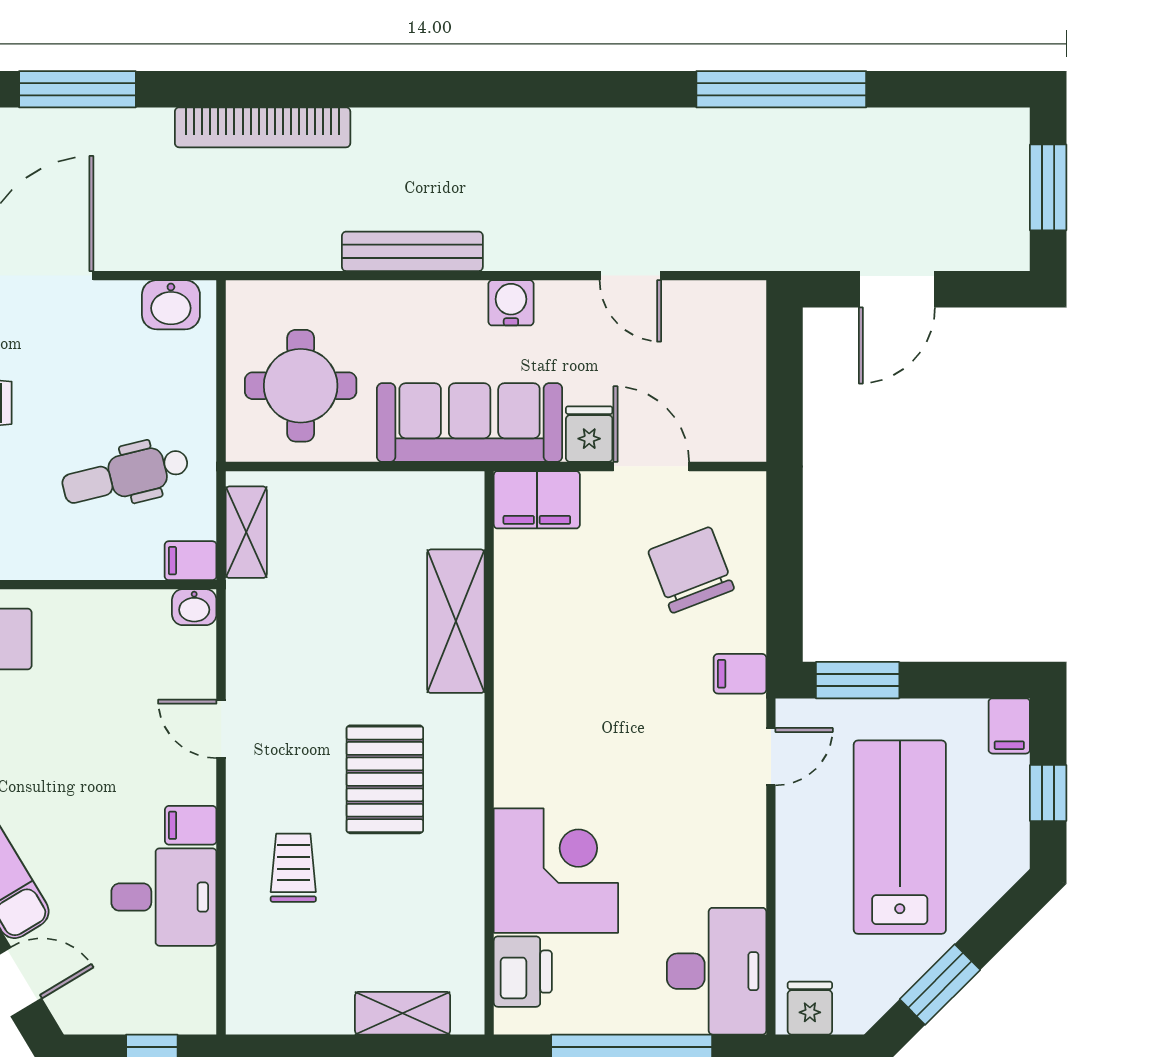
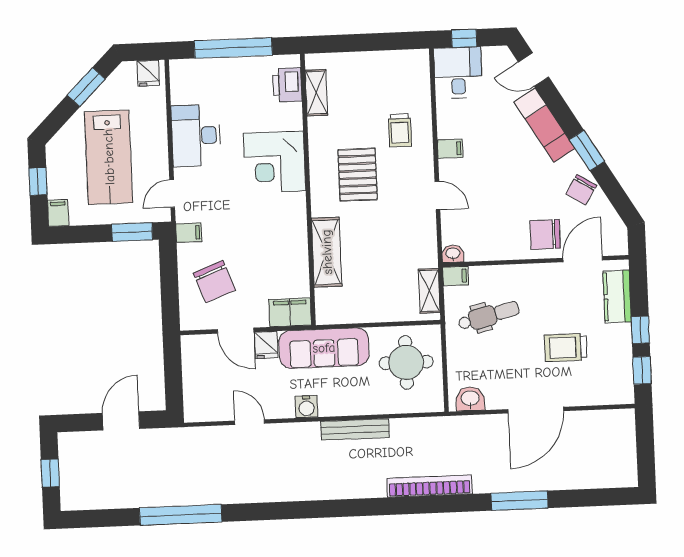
window: (1048, 187) -> (50, 473), width x0.67
corner desk: (556, 871) -> (275, 162), moved
desk: (164, 897) -> (458, 73), moved, turned 90
desk: (717, 971) -> (196, 136), moved
shelving: (403, 1013) -> (316, 93), moved, turned 90

